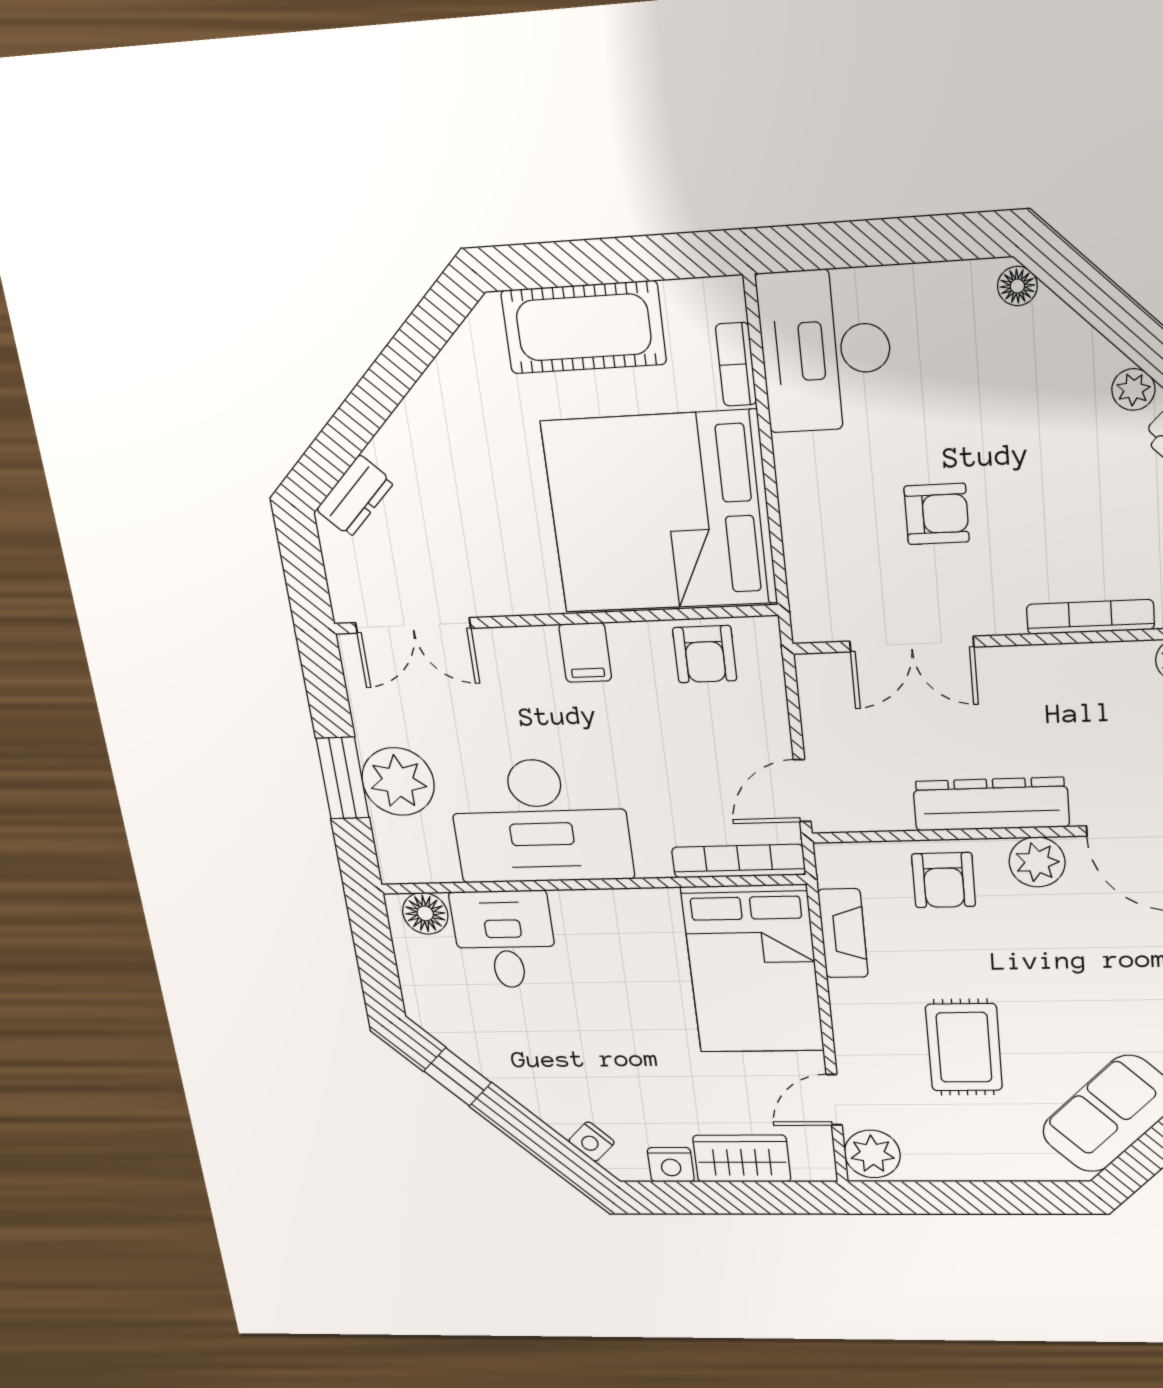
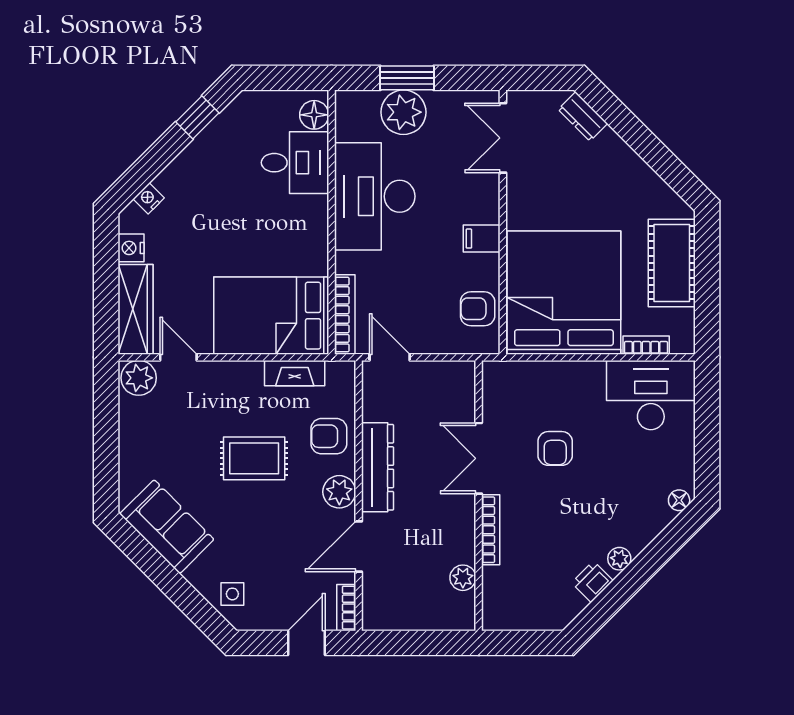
double door: (912, 644) -> (479, 458), moved
rug: (964, 1047) -> (254, 458), moved
wardrobe: (742, 1159) -> (136, 309), width x1.50

